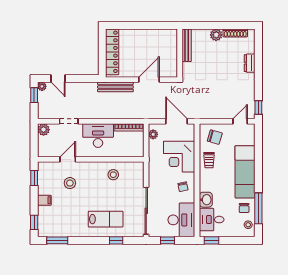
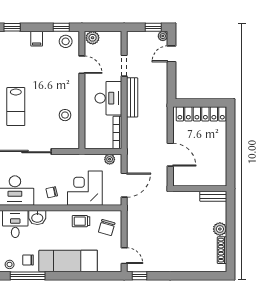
bench: (187, 45) -> (213, 196), width x0.73
dresser: (250, 63) -> (188, 266), removed
bench: (115, 87) -> (132, 97), moved
plant: (44, 130) -> (93, 38), moved
stool: (70, 183) -> (66, 41), moved

